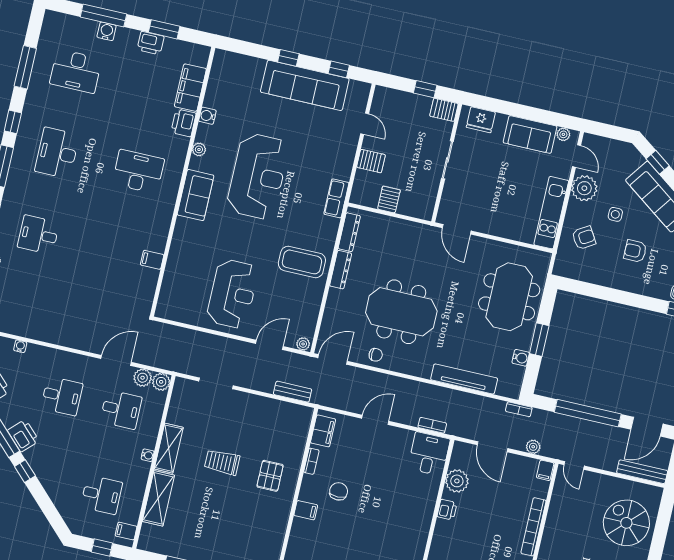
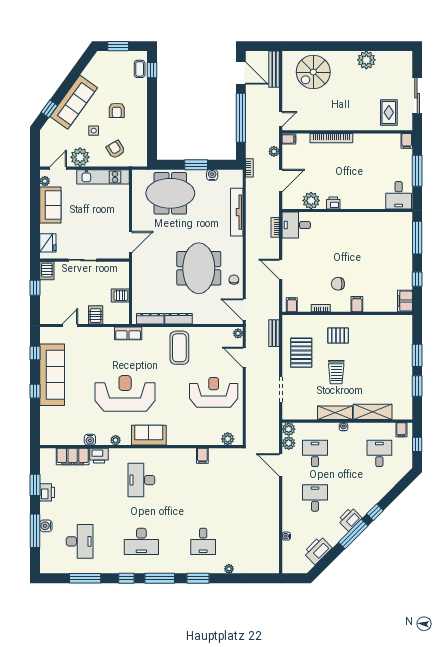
plant: (167, 298) -> (228, 439), added
pallet: (258, 422) -> (301, 353), added
filing cabinet: (323, 431) -> (292, 305), width x0.50

